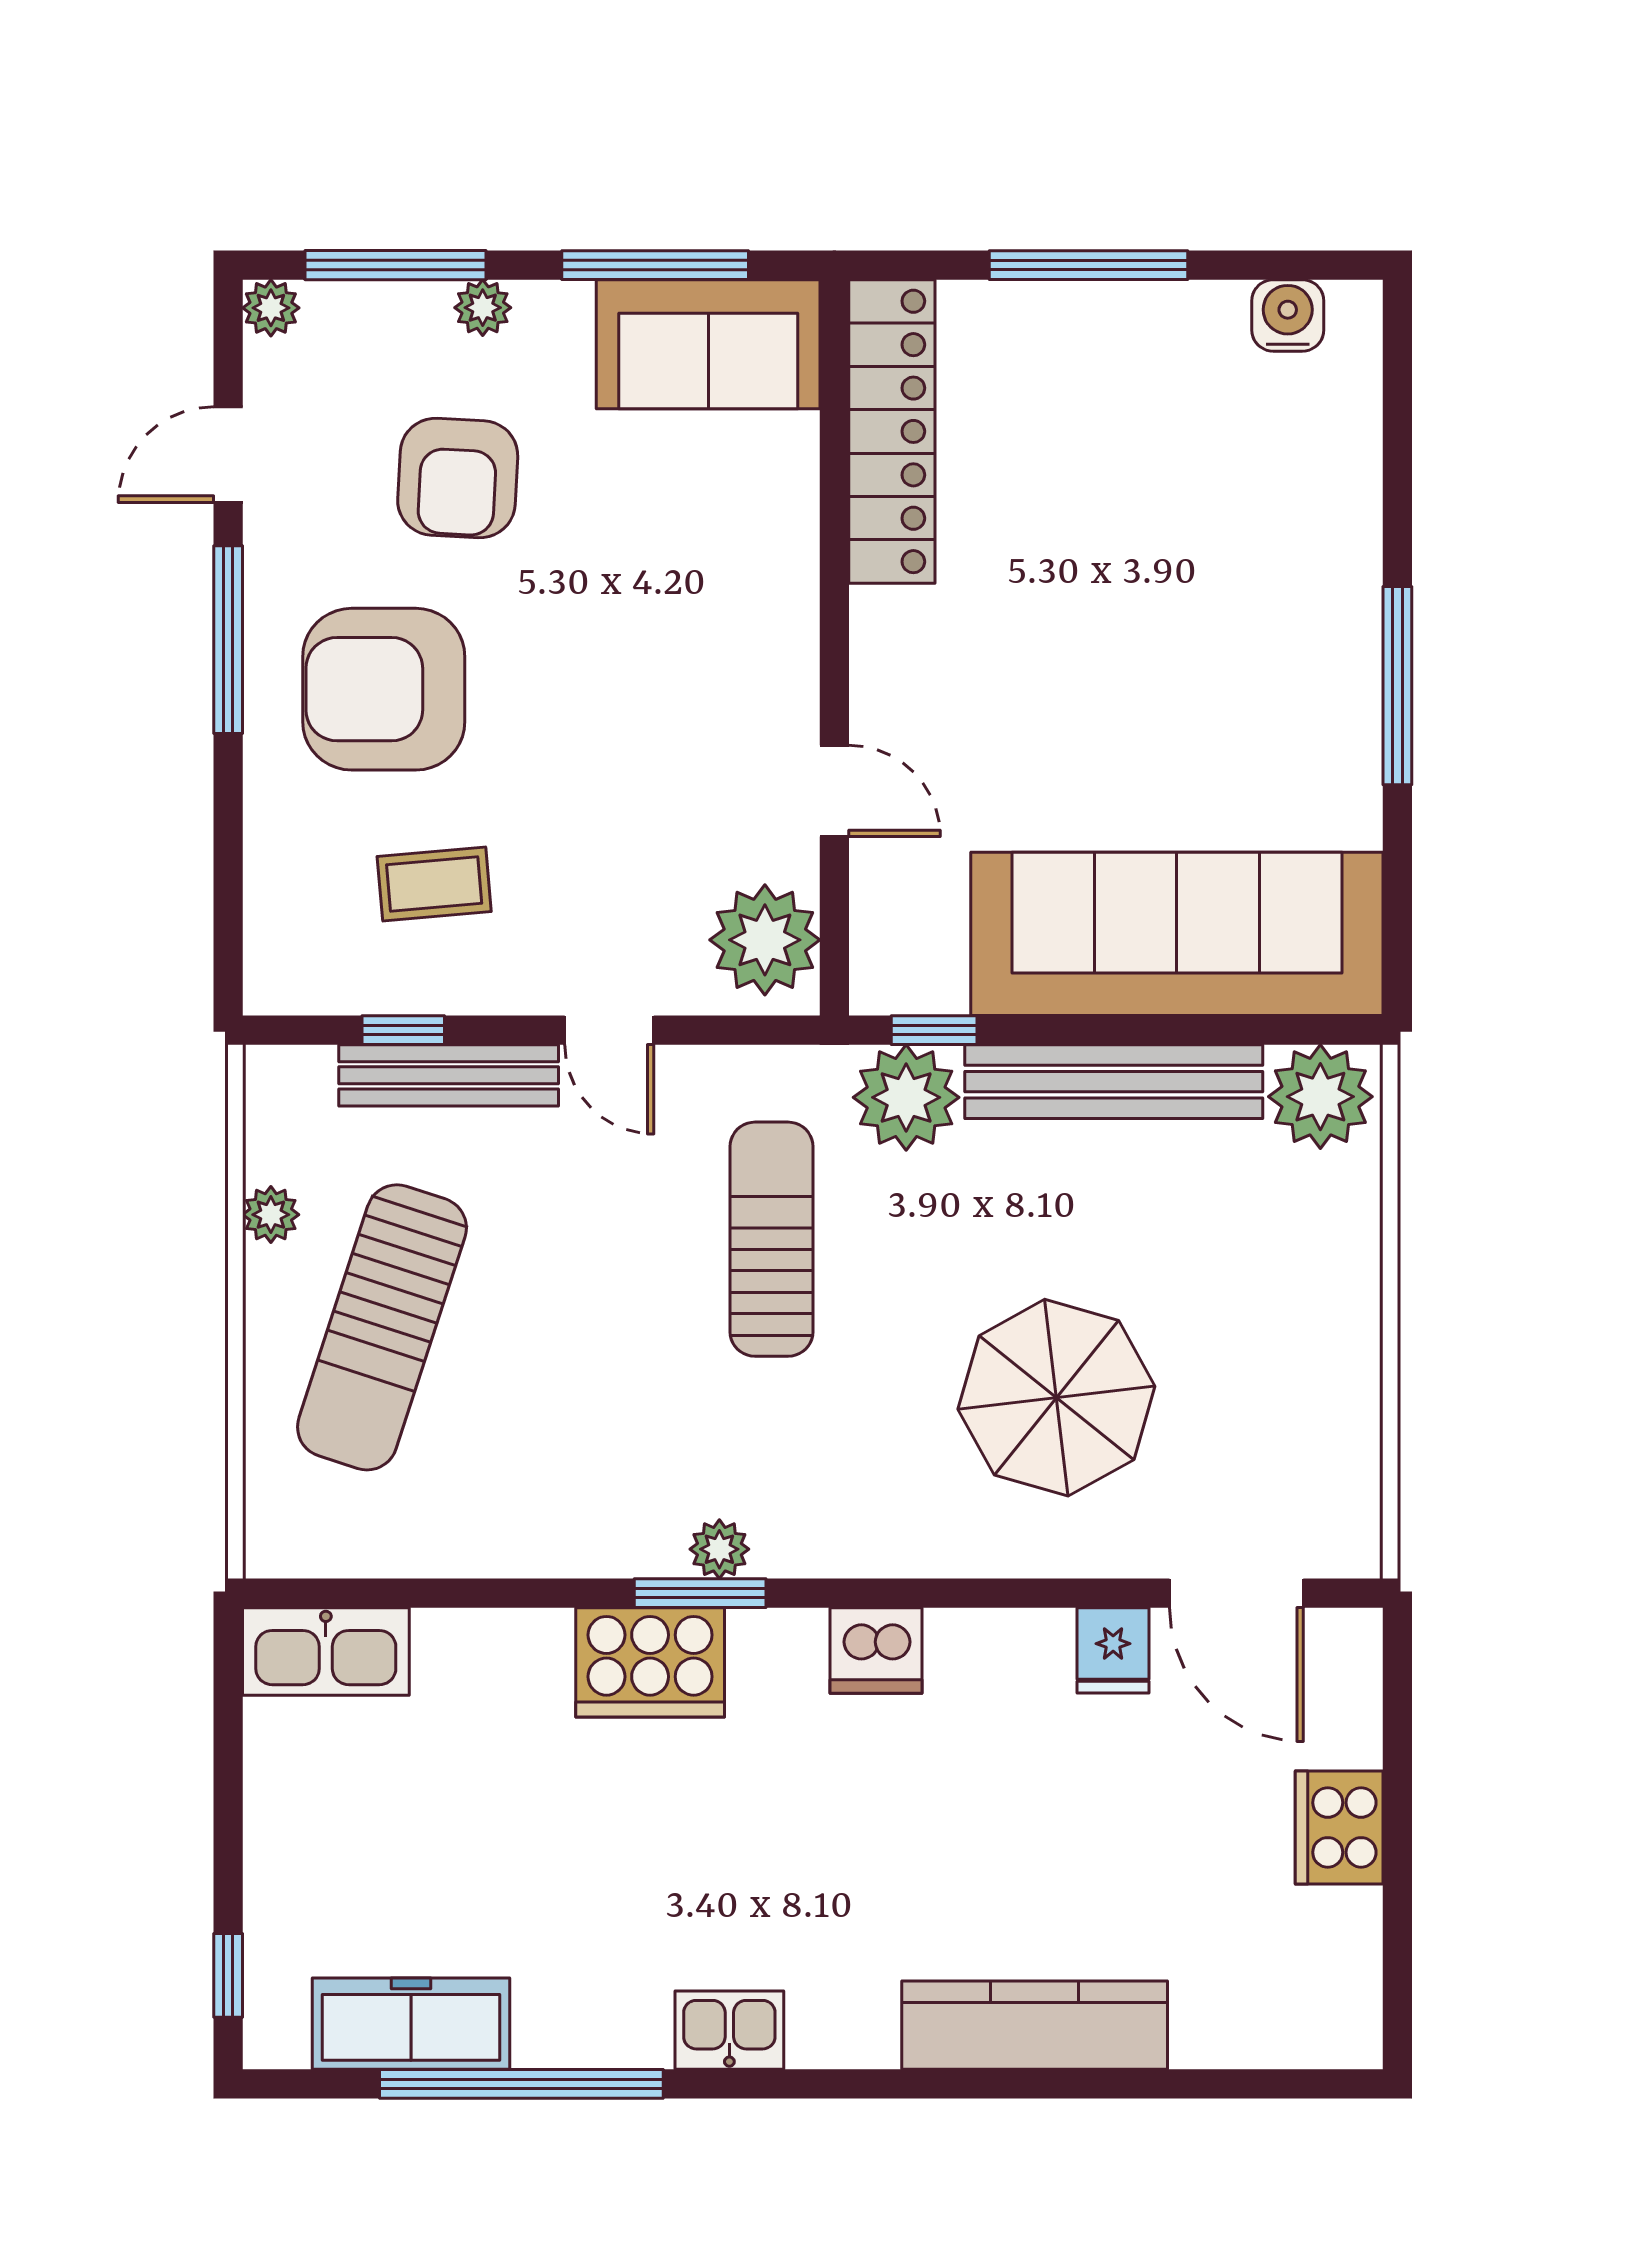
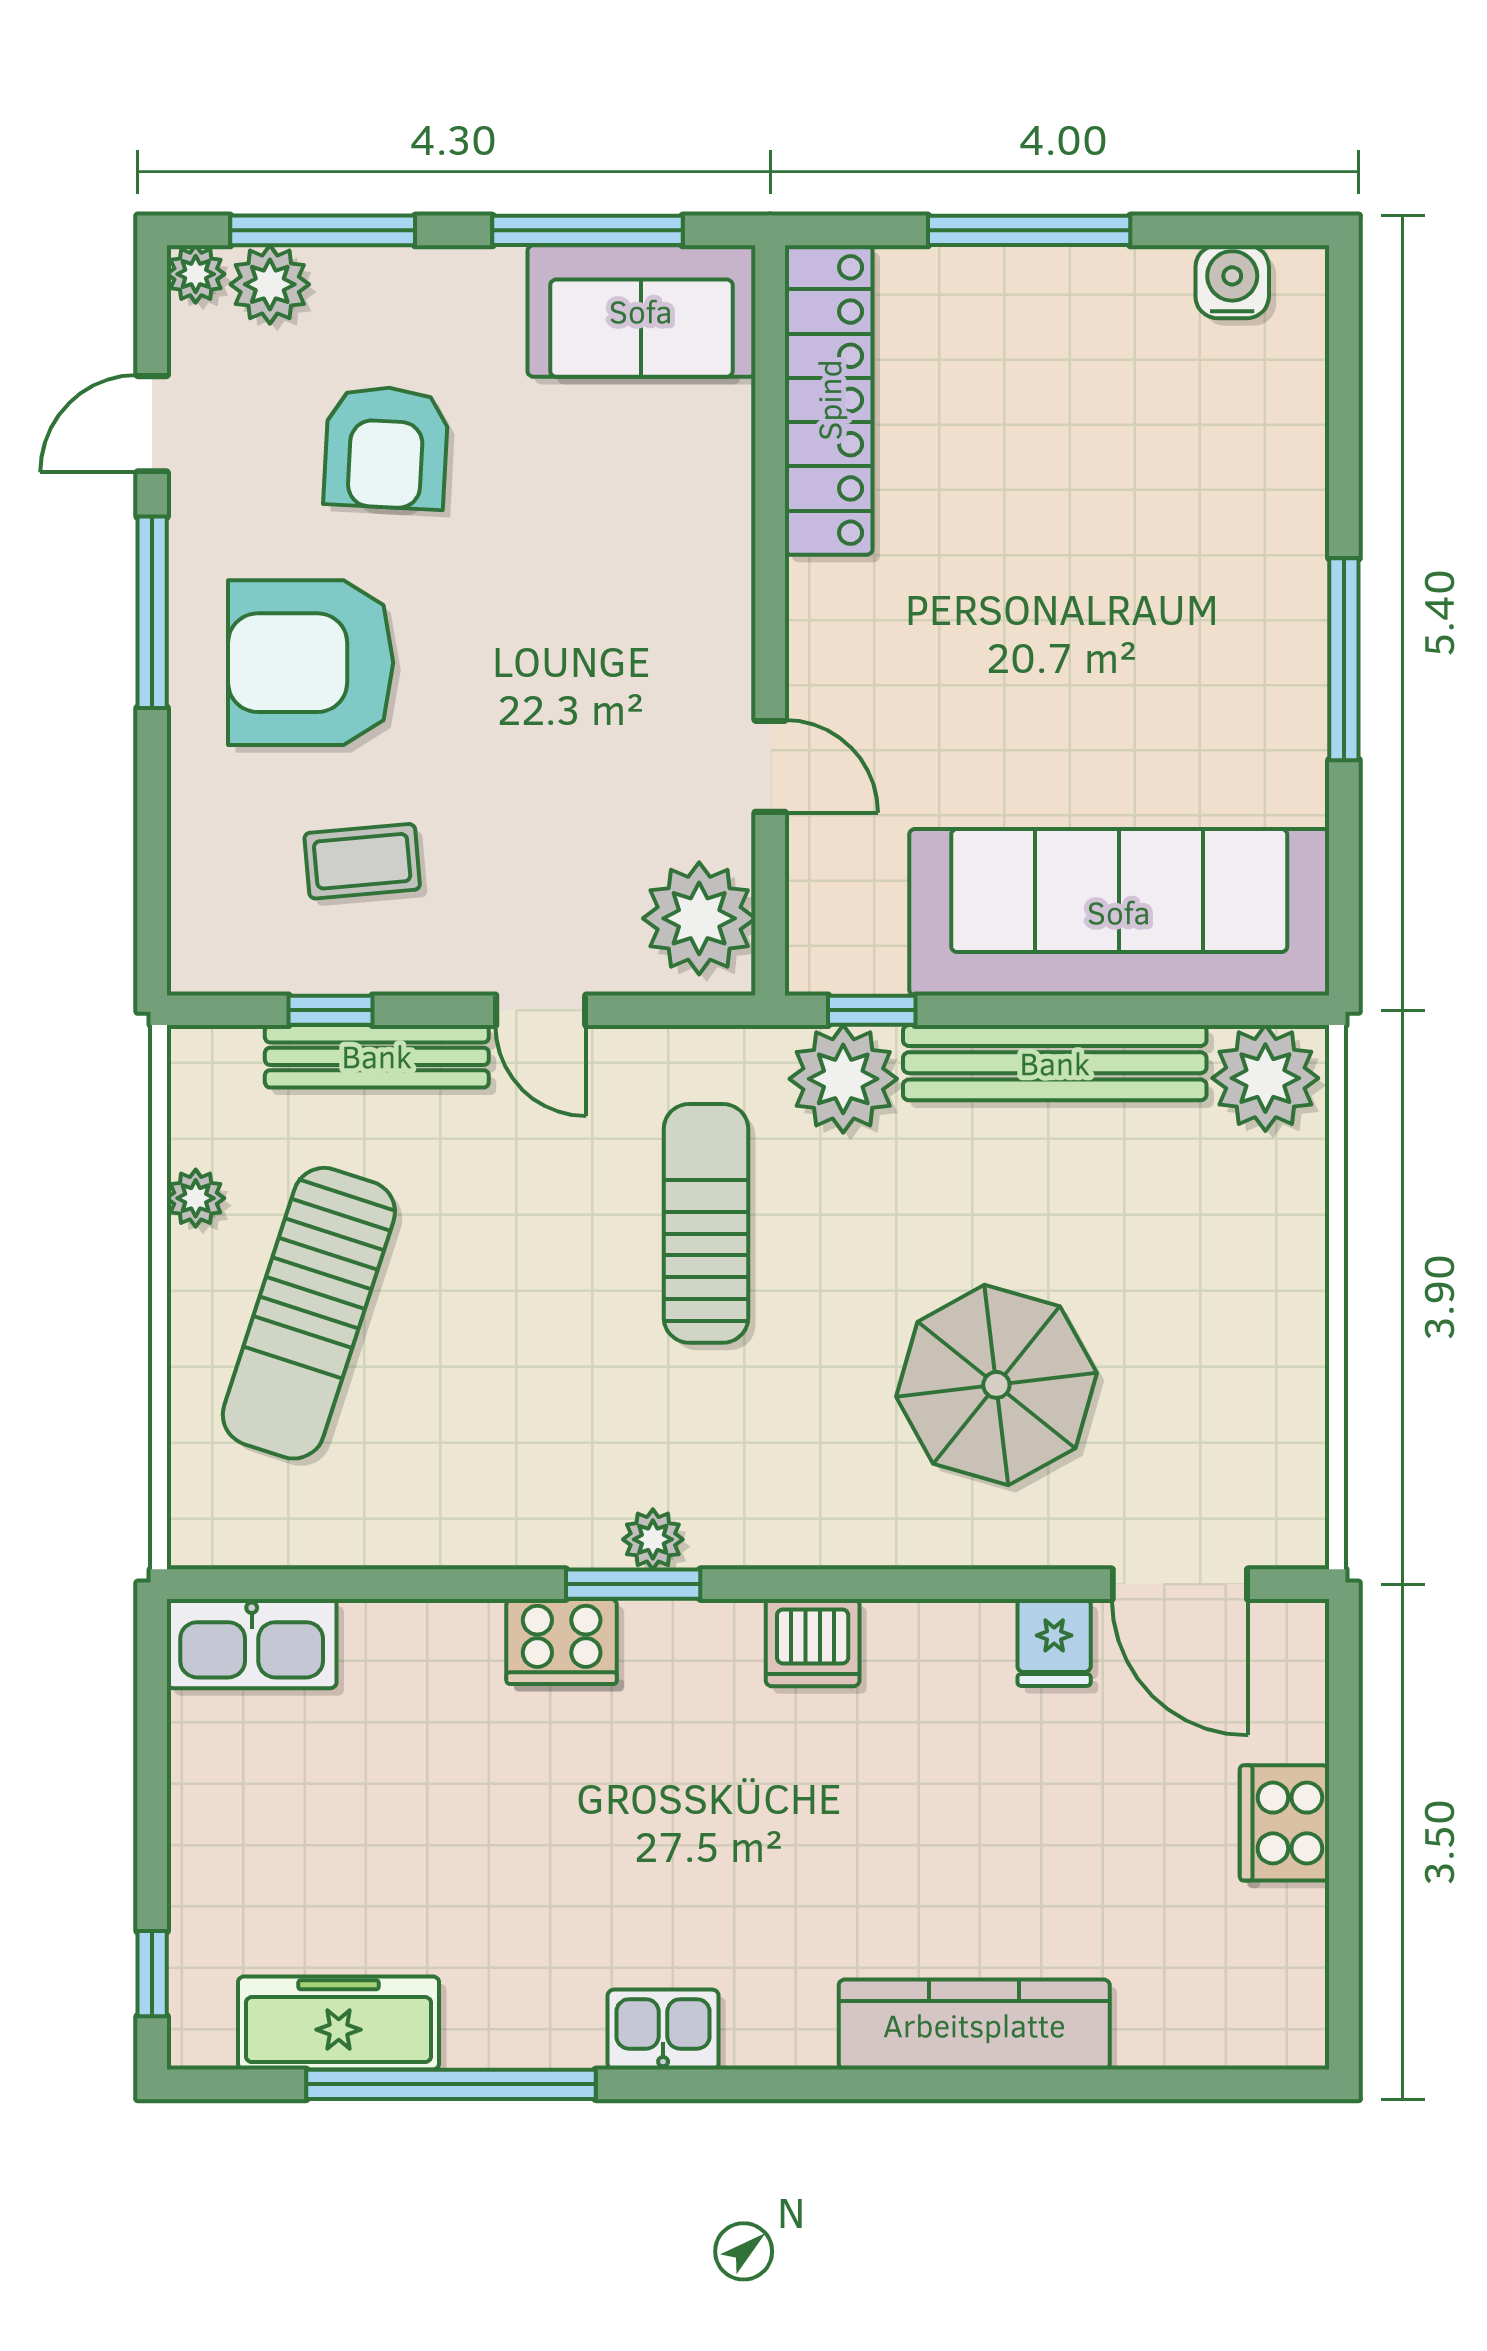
plant: (483, 308) -> (270, 284), moved, width x1.38, depth x1.38
cooker: (650, 1662) -> (562, 1641), width x0.73, depth x0.76

